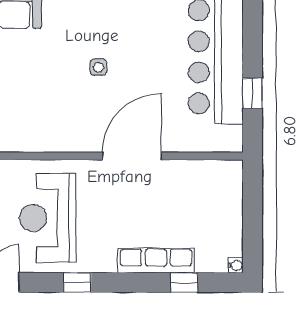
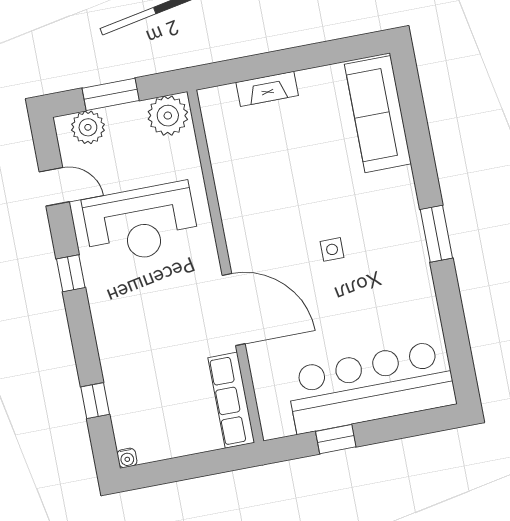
reception desk: (48, 218) -> (141, 223), turned 180
row of seats: (156, 261) -> (231, 400), moved, turned 180

